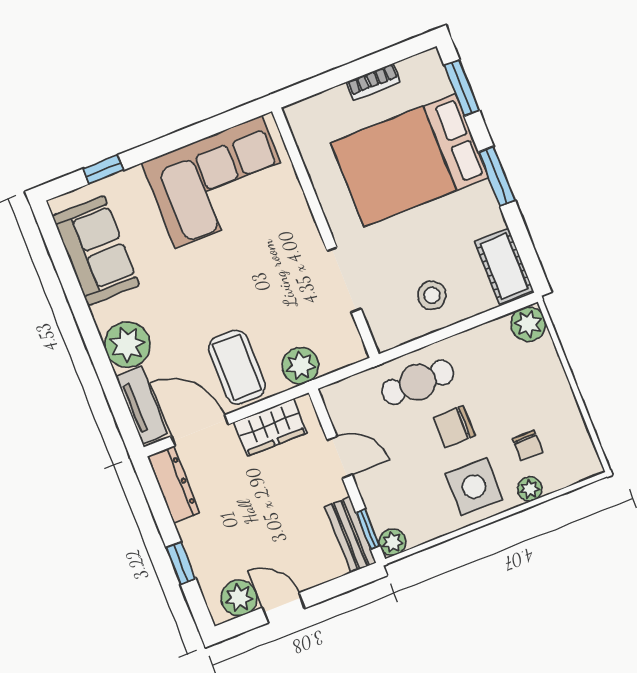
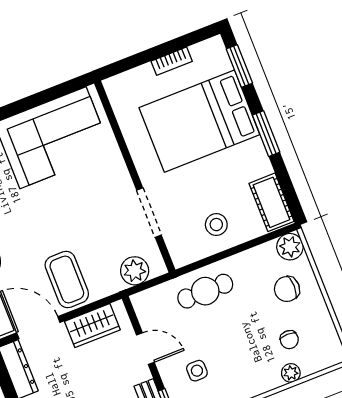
plant: (300, 366) -> (135, 271), moved
chair: (454, 427) -> (287, 289), moved
side table: (474, 487) -> (197, 371), moved, width x0.54, depth x0.54

